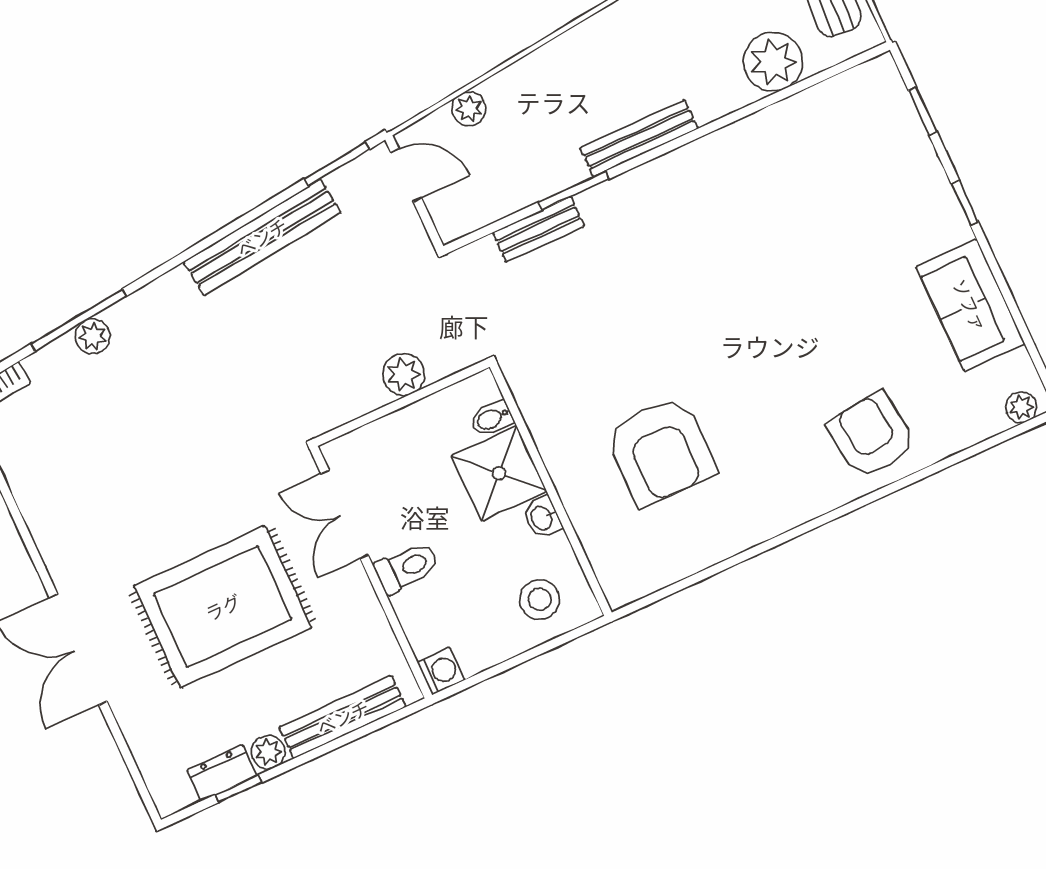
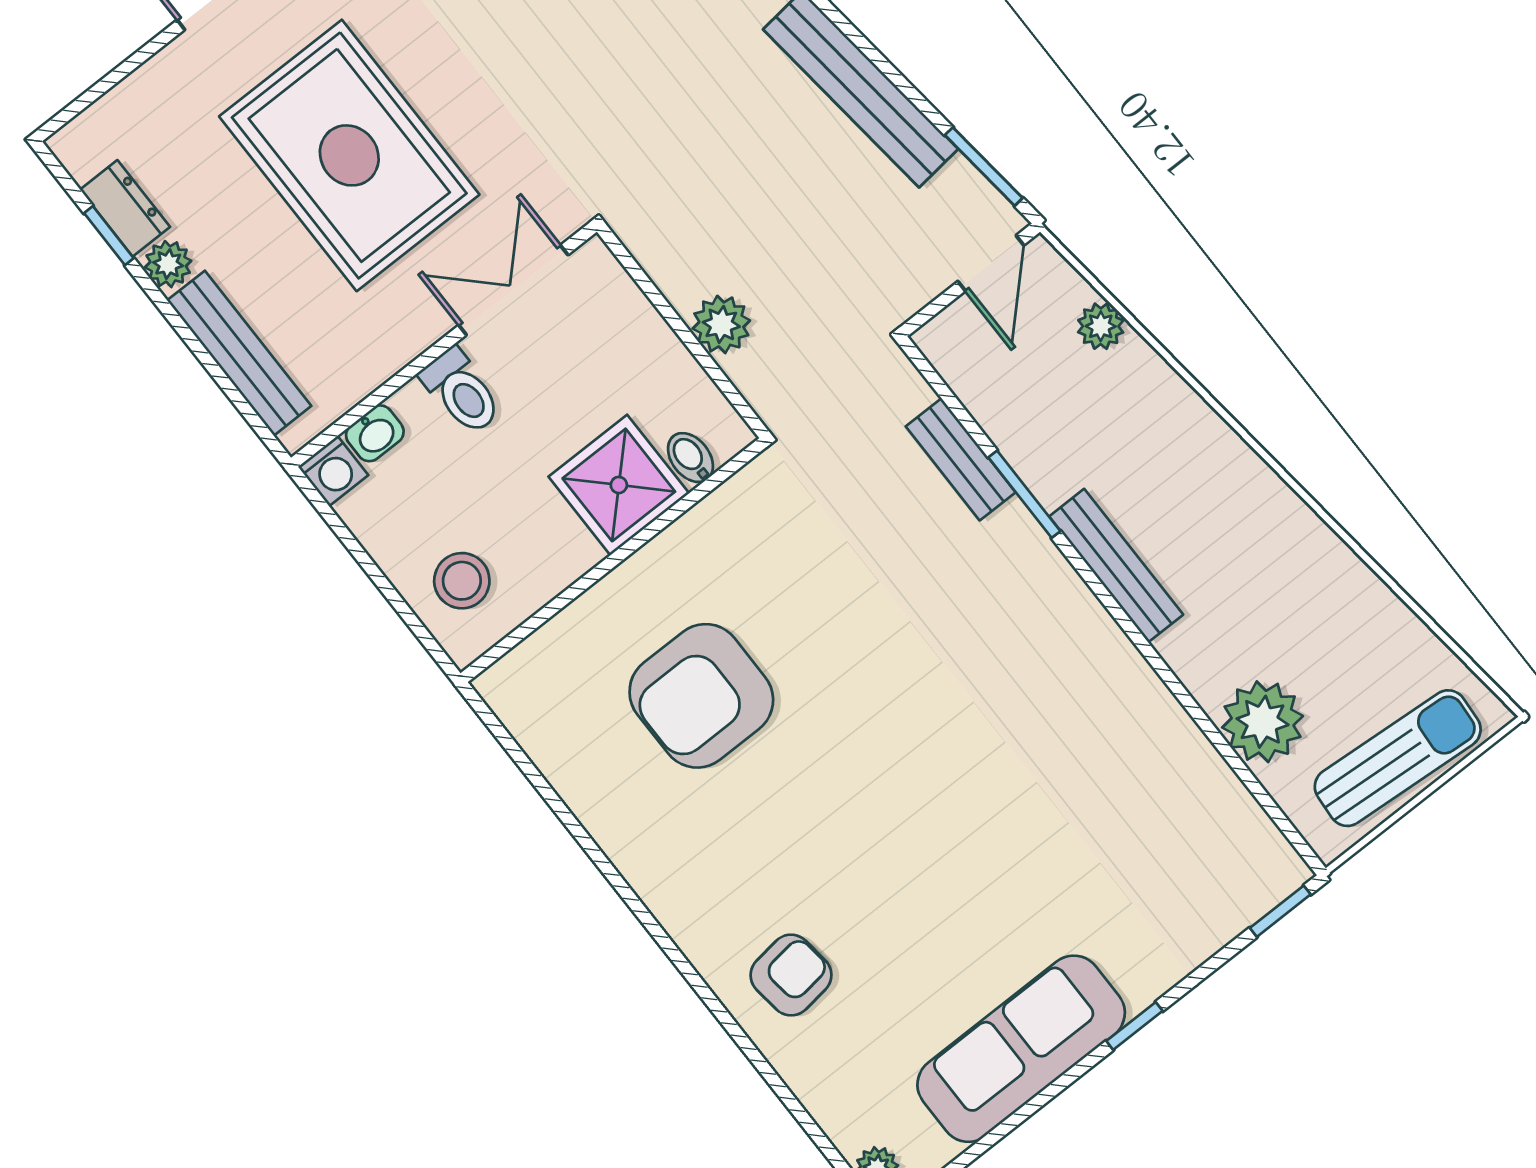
window: (923, 111) -> (1280, 911), moved
sofa: (970, 305) -> (1021, 1049), width x1.36
armchair: (871, 435) -> (791, 975), width x0.72, depth x0.72
washbasin: (542, 518) -> (375, 433), moved, turned 180

